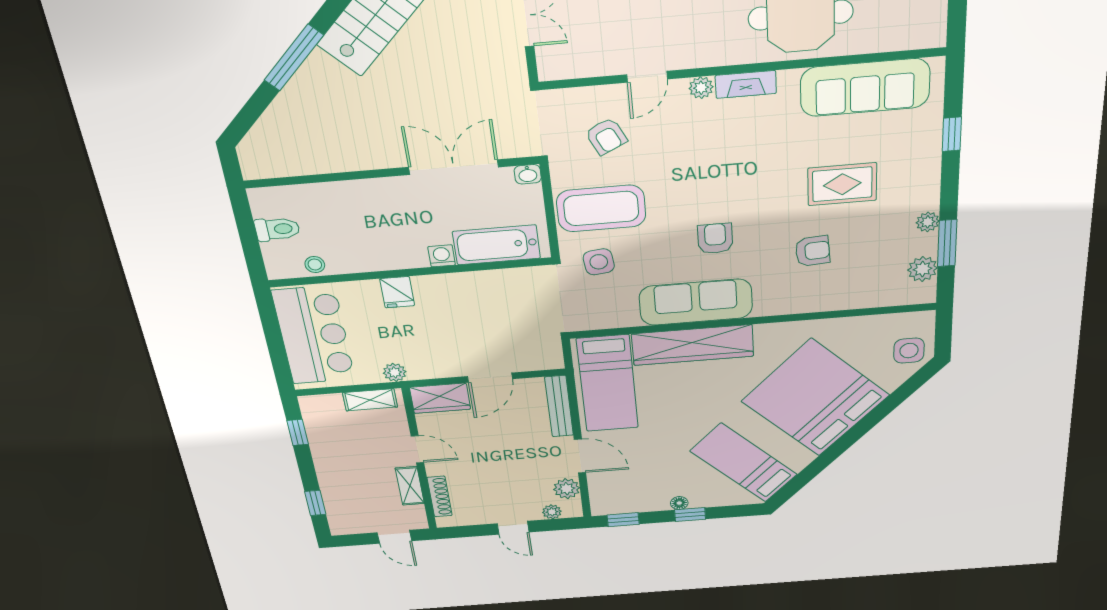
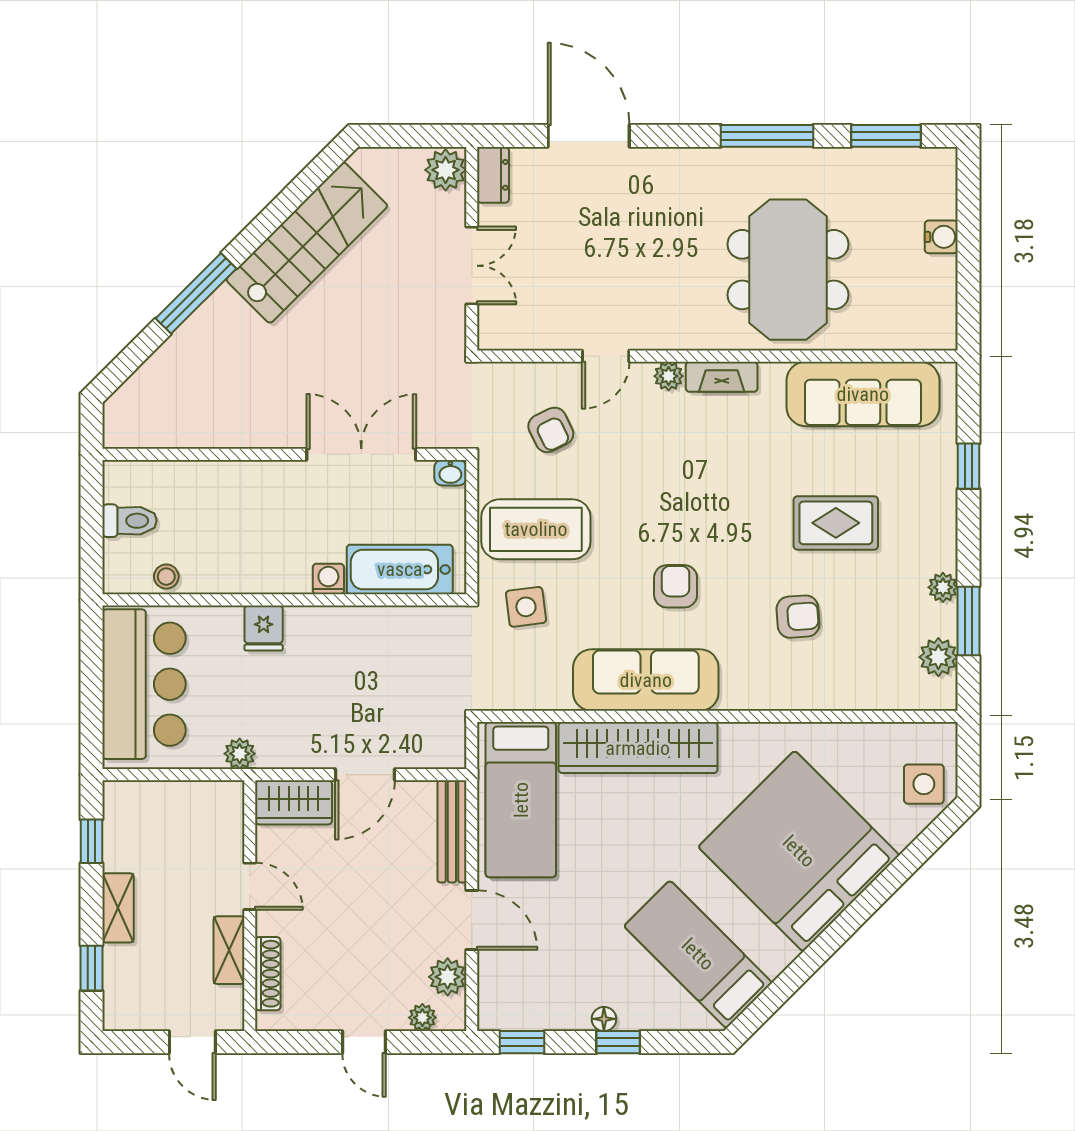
shelving: (370, 400) -> (118, 908), moved, turned 90

